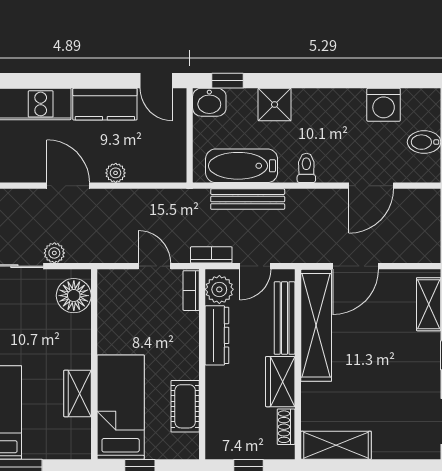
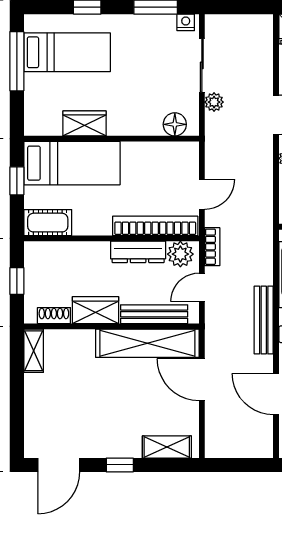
bench: (248, 199) -> (264, 320), moved
door: (255, 266) -> (202, 287), hinge flipped
bookcase: (191, 291) -> (155, 226), width x2.31, depth x1.31
floor lamp: (74, 296) -> (175, 124), width x0.73, depth x0.73
cot: (185, 406) -> (48, 223), moved
shelving: (336, 445) -> (34, 351), width x0.67, depth x0.75

